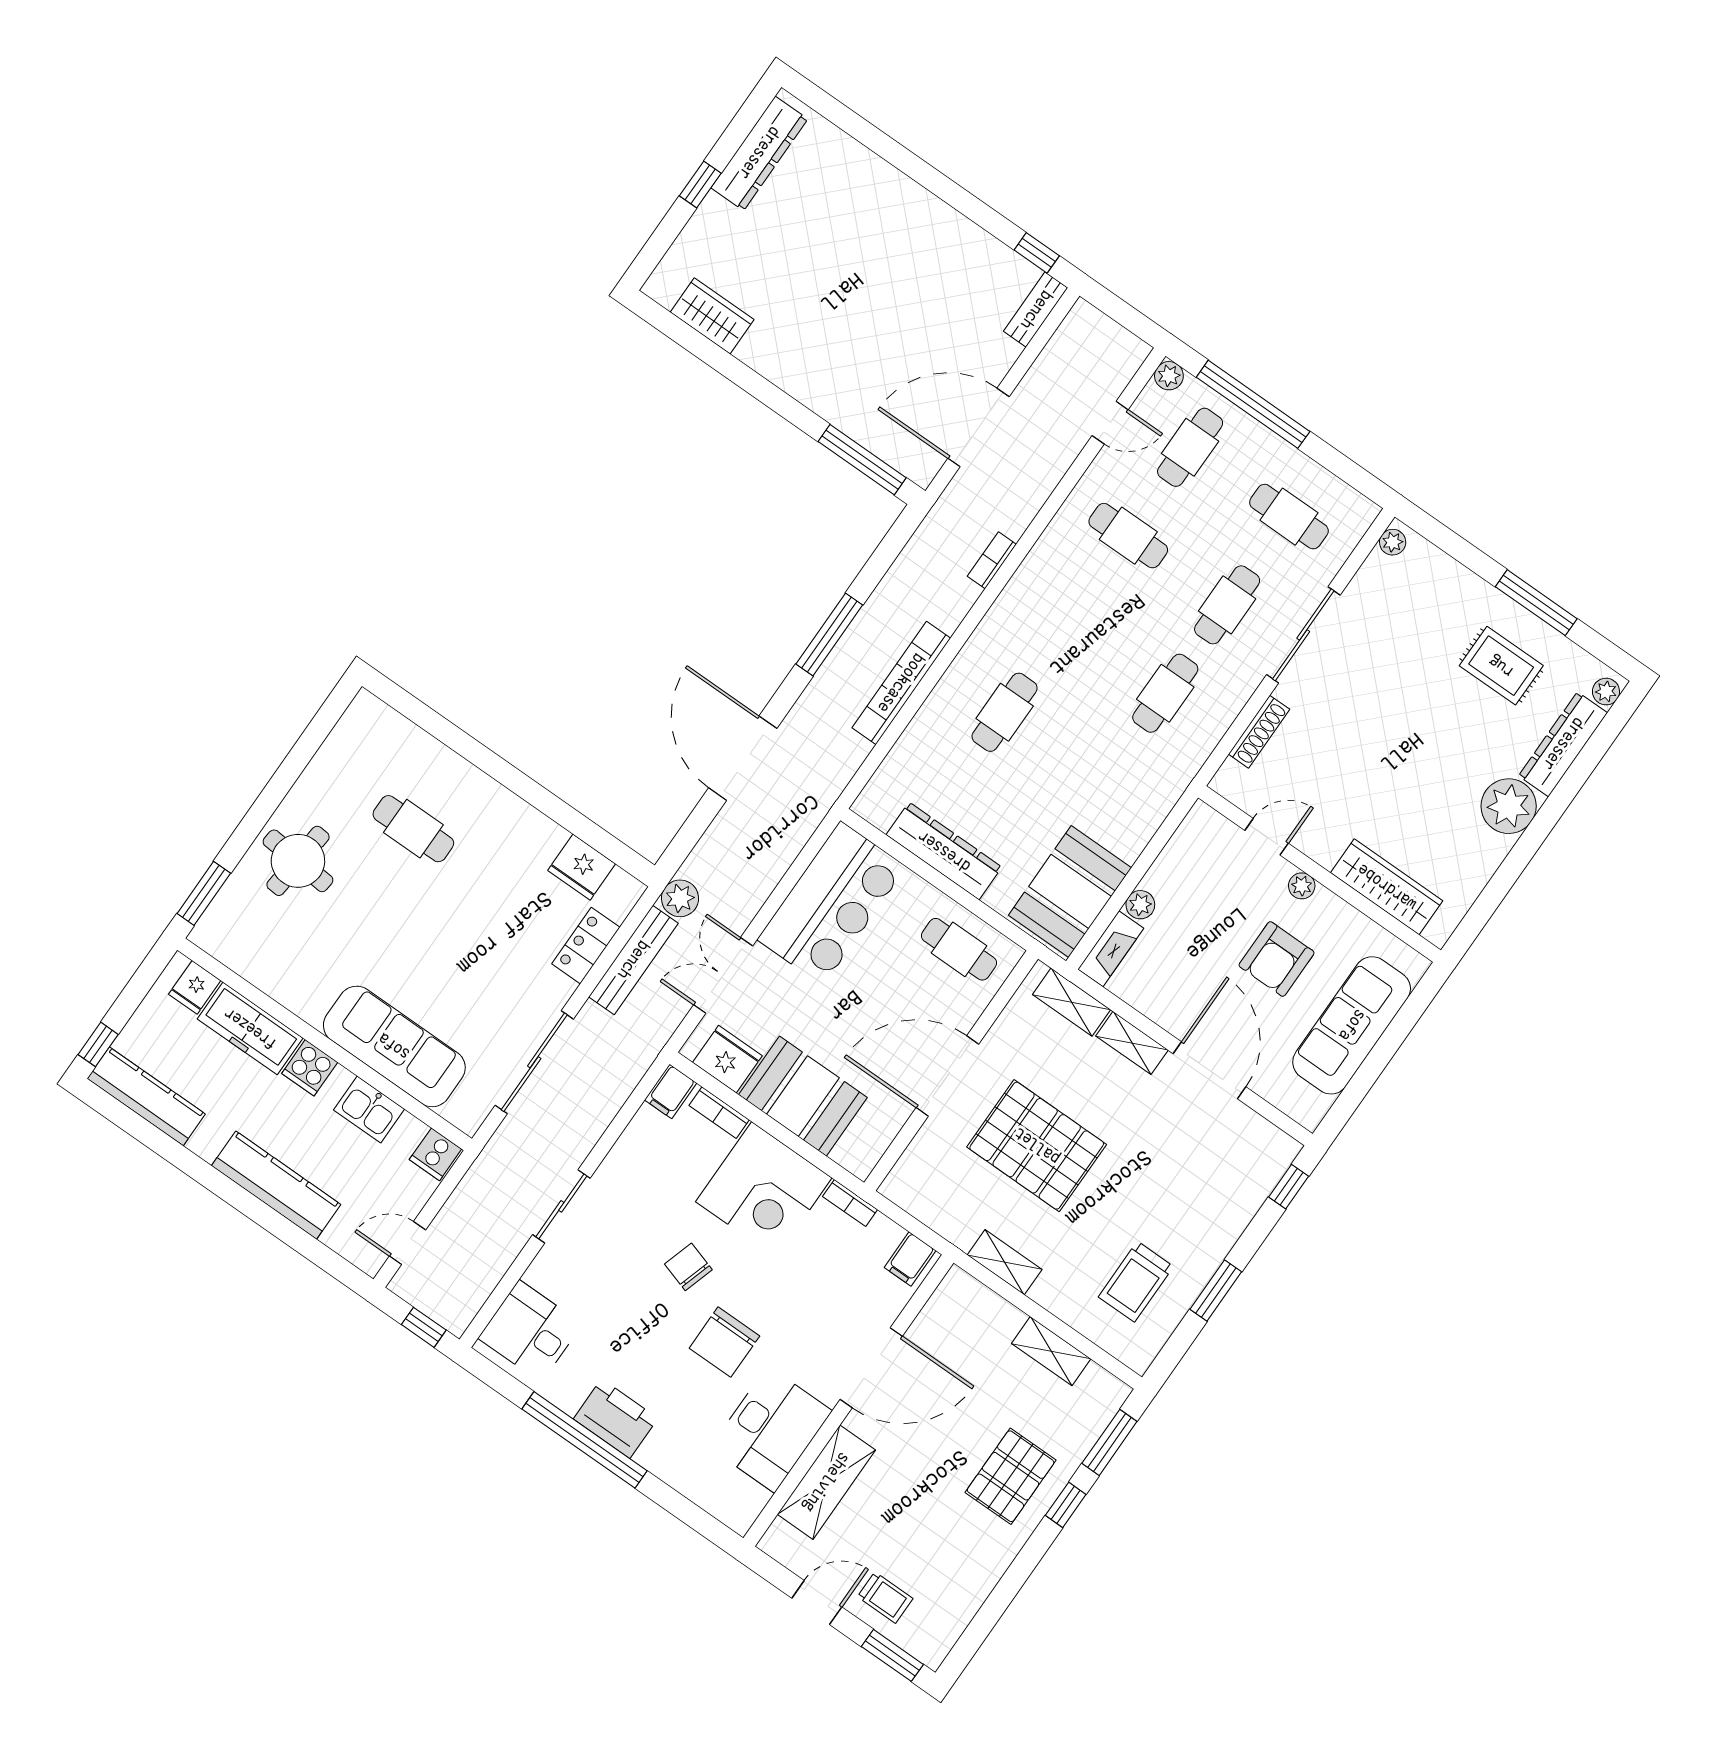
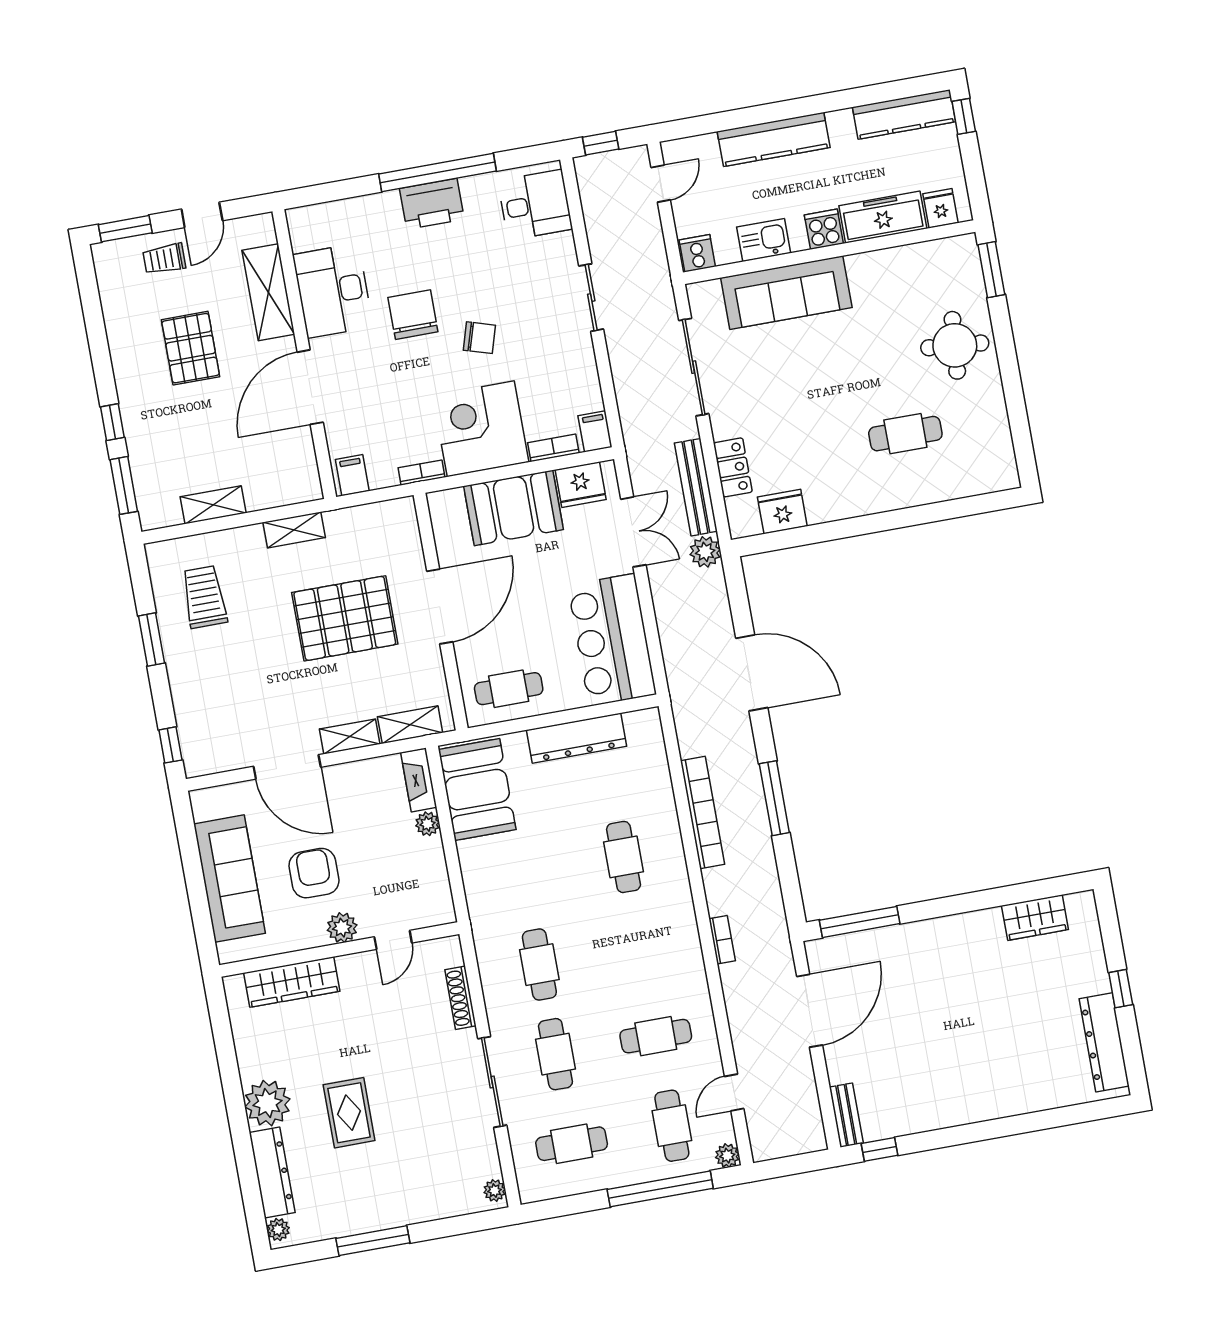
rug: (1501, 666) -> (349, 1113), moved, turned 90
plant: (1302, 886) -> (342, 928), width x1.38, depth x1.38
pallet: (1011, 1476) -> (191, 348), moved

